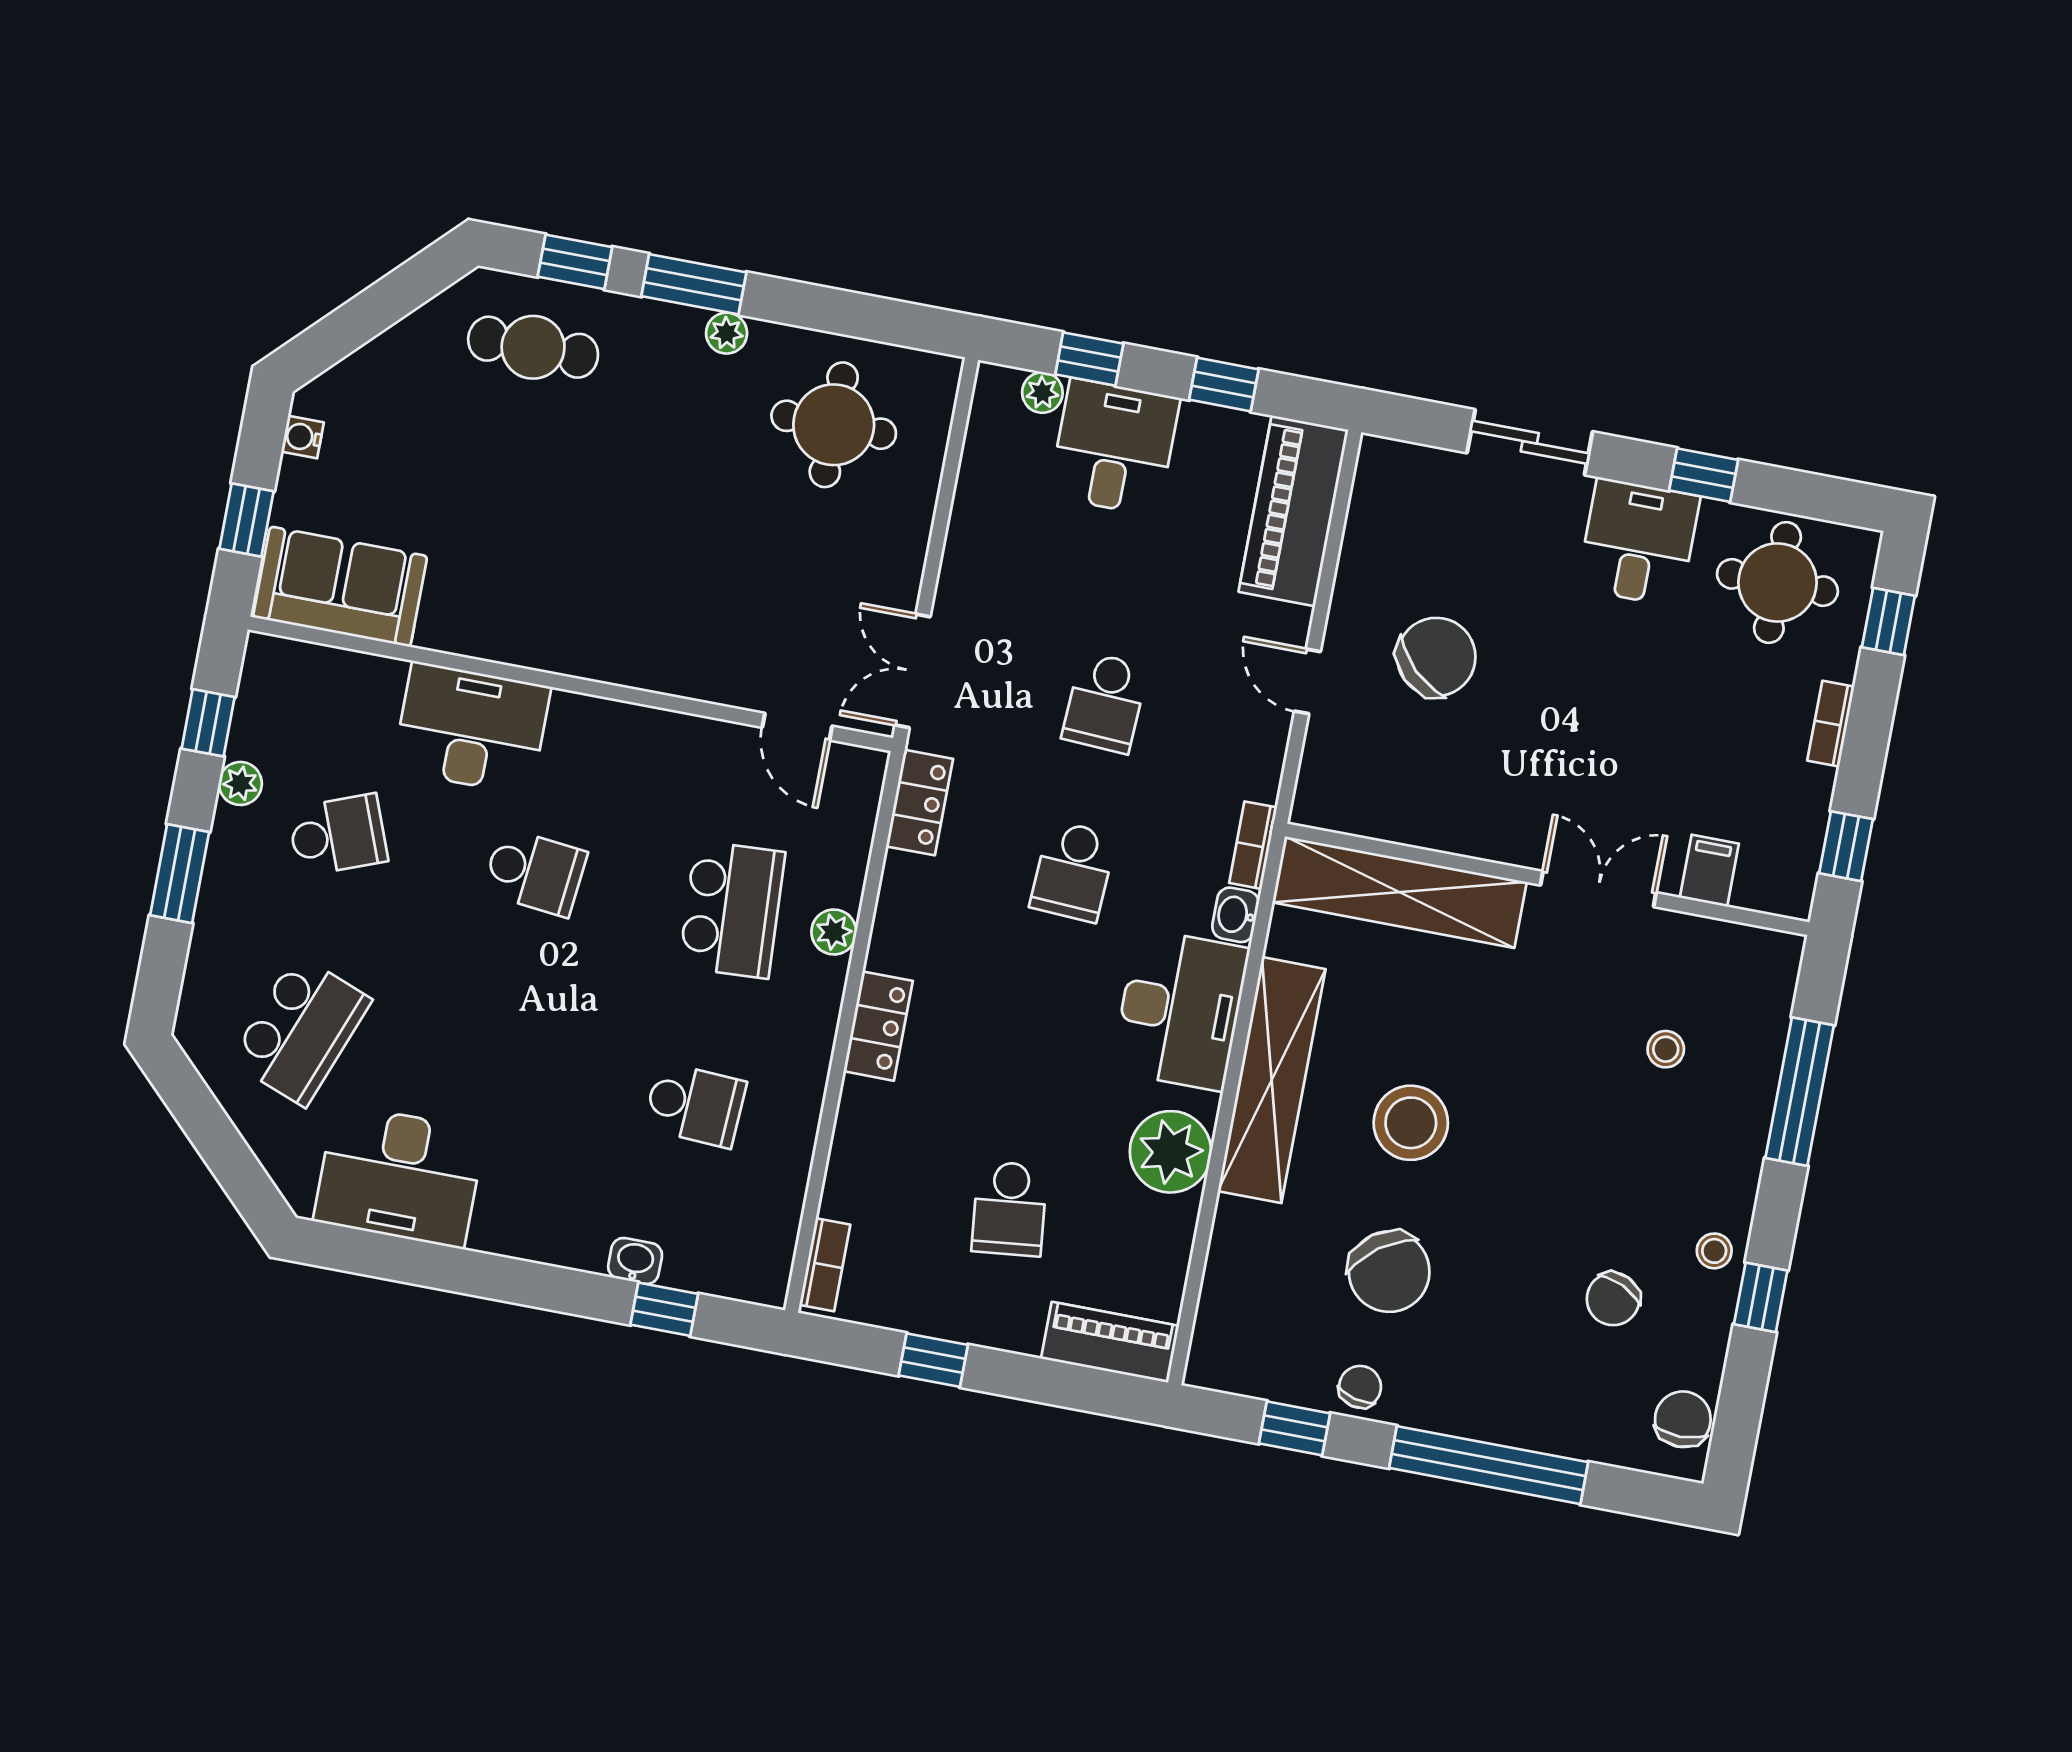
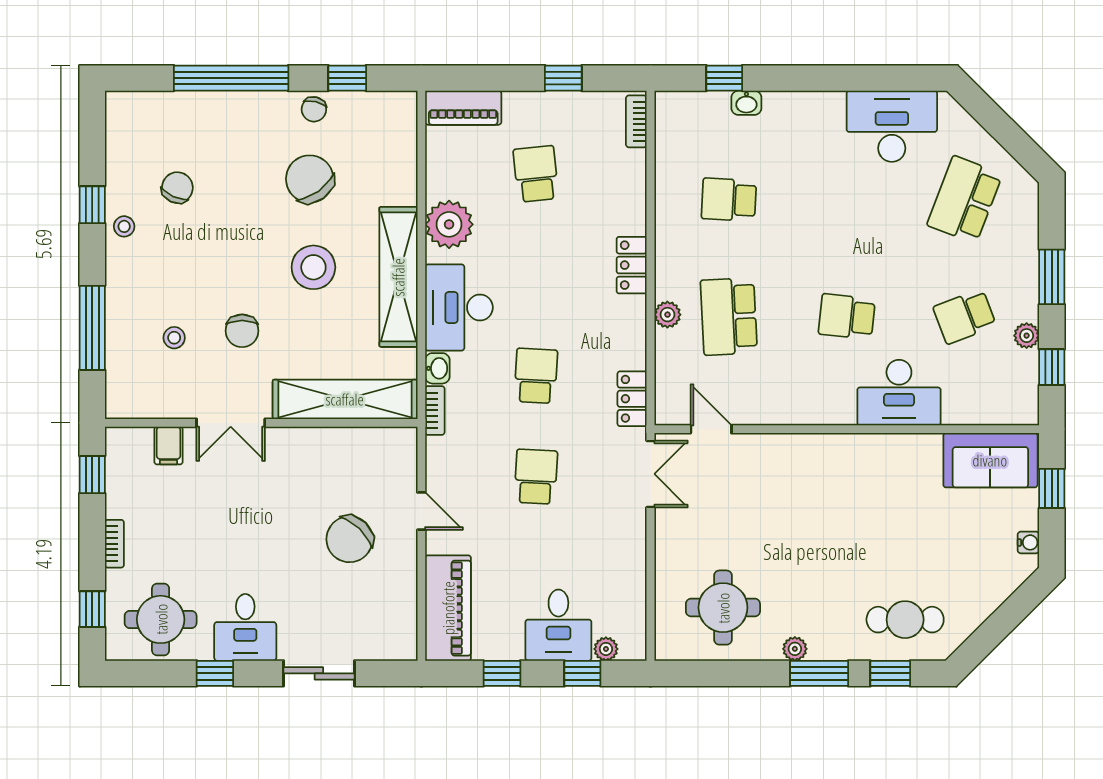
chair: (1683, 1419) -> (242, 331), moved

